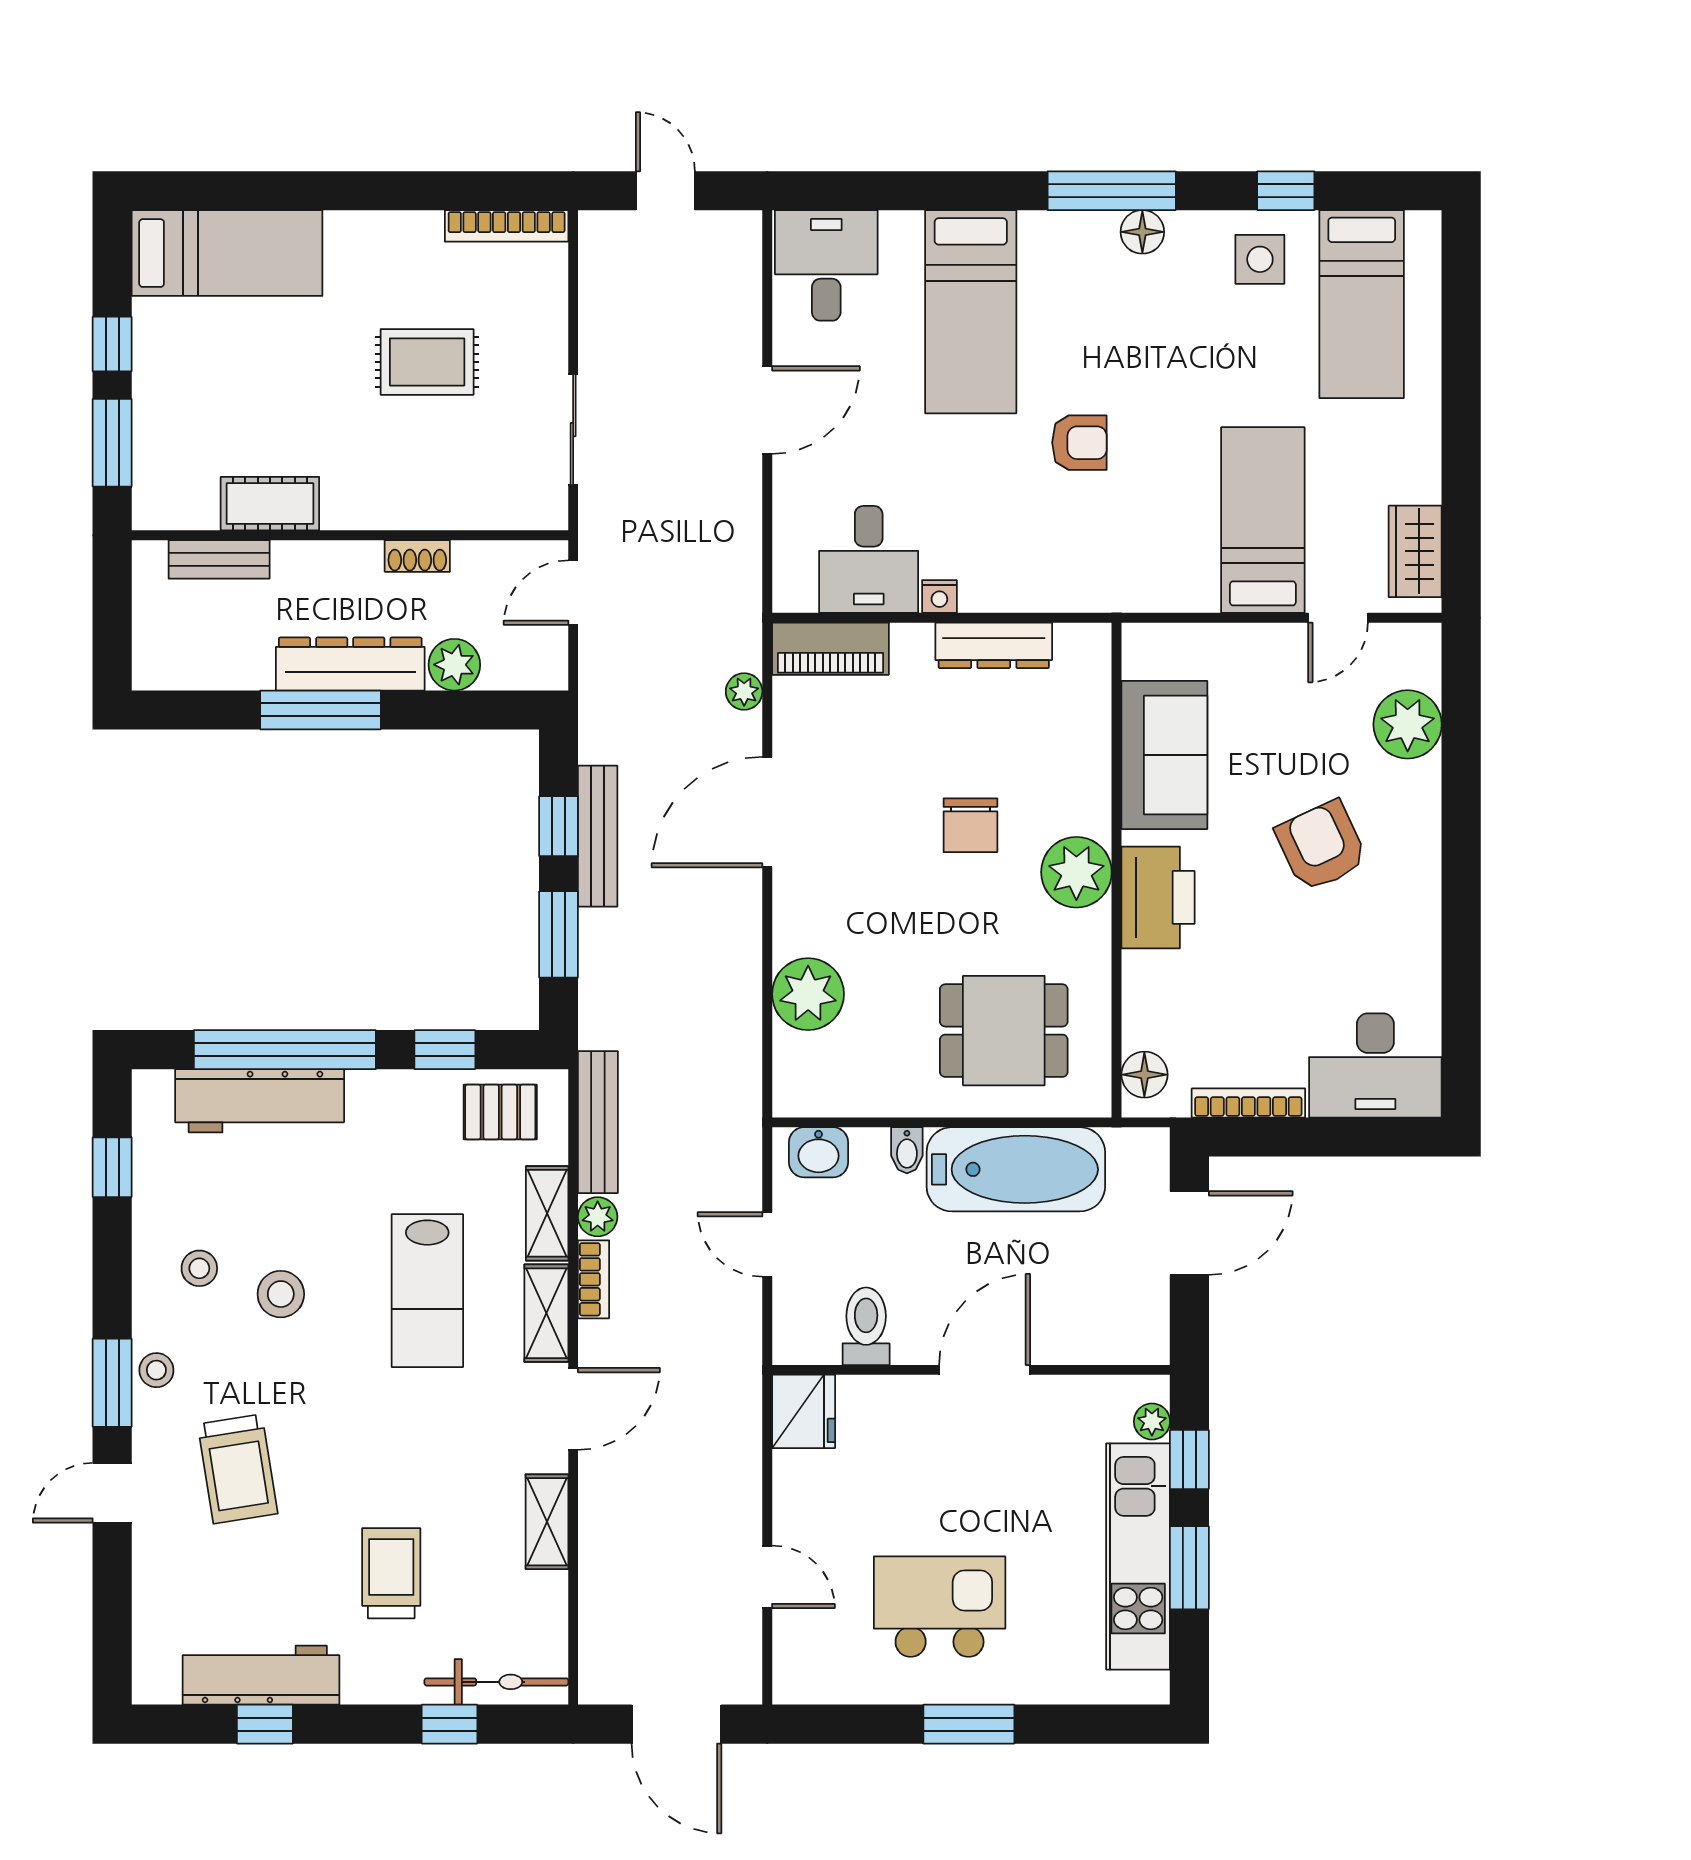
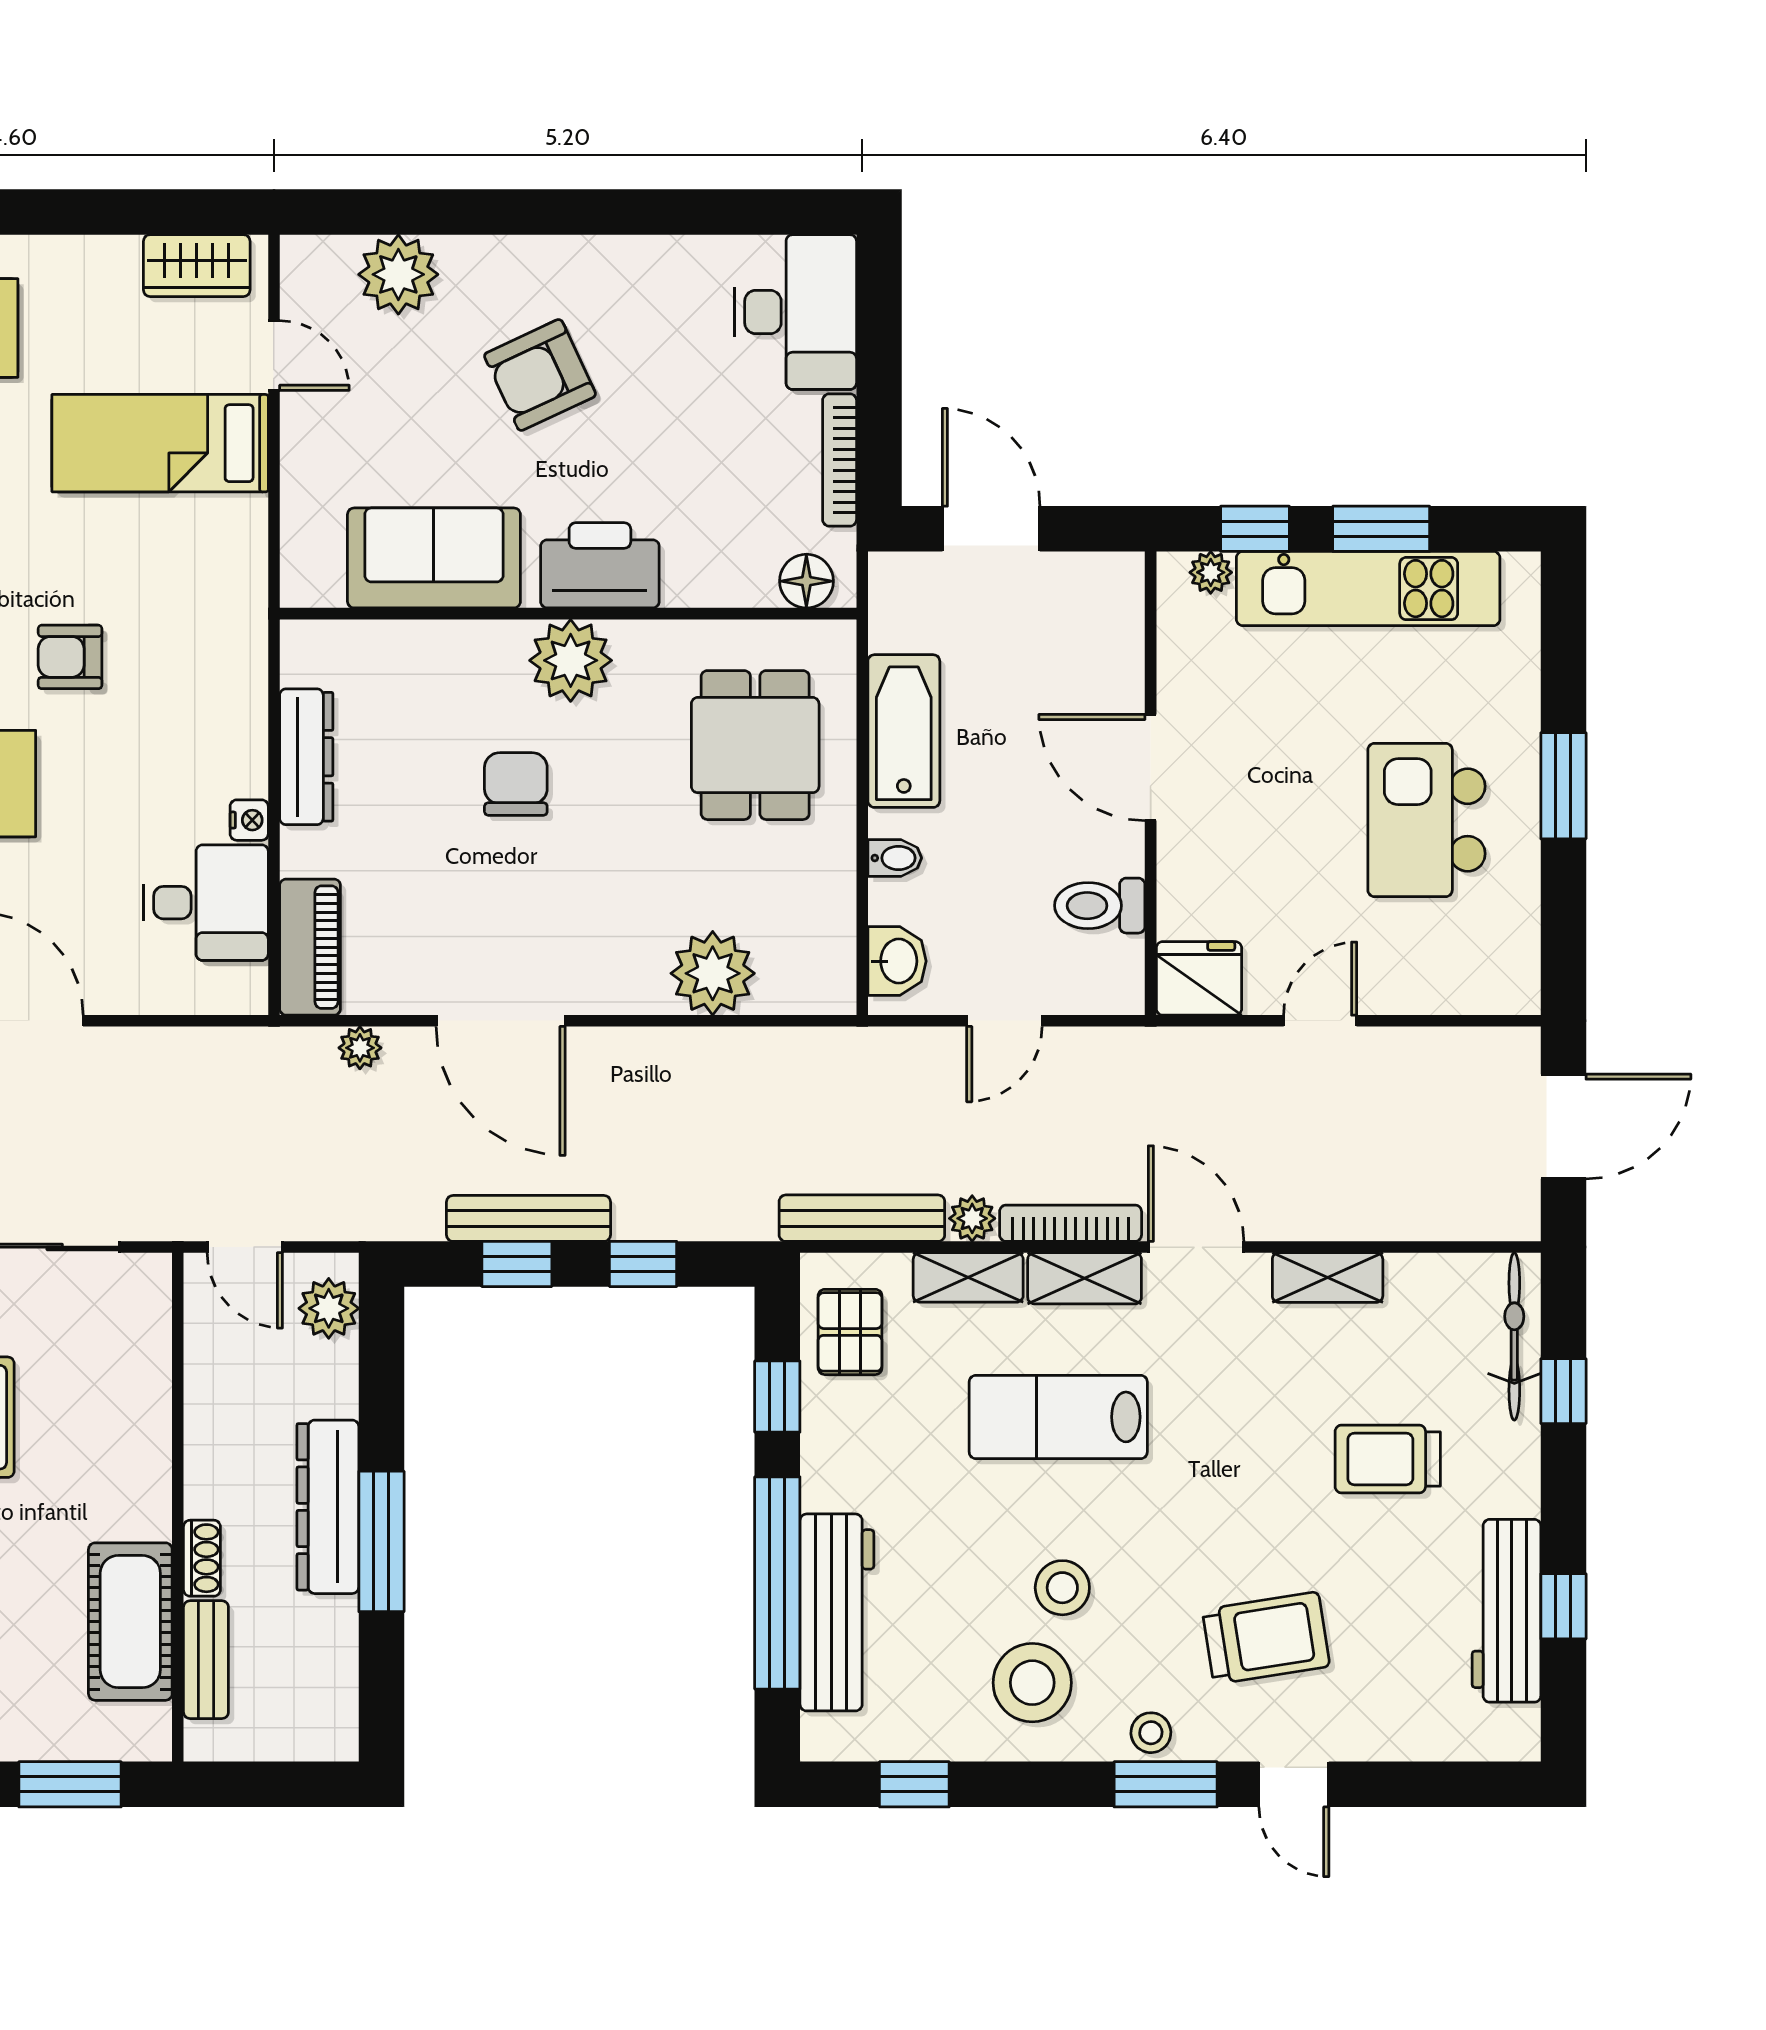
armchair: (1079, 443) -> (70, 657), turned -90
cot: (270, 504) -> (130, 1622), width x1.37, depth x1.34
shoe rack: (417, 556) -> (202, 1558), moved
plant: (454, 665) -> (329, 1308), moved
chair: (970, 825) -> (516, 784), turned -90
window: (559, 934) -> (643, 1264), width x0.67
bathtub: (1016, 1169) -> (904, 731), width x0.73, depth x0.73
stool: (199, 1268) -> (1032, 1683), width x1.89, depth x1.89
bookcase: (594, 1279) -> (1071, 1223), width x1.56
lab bench: (427, 1291) -> (1058, 1417), turned 180
door: (767, 1577) -> (1320, 1021), moved

